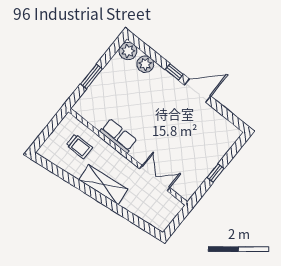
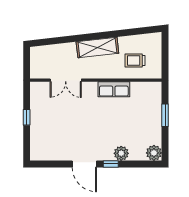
plant: (145, 64) -> (121, 153), moved
door: (198, 91) -> (84, 164), hinge flipped

